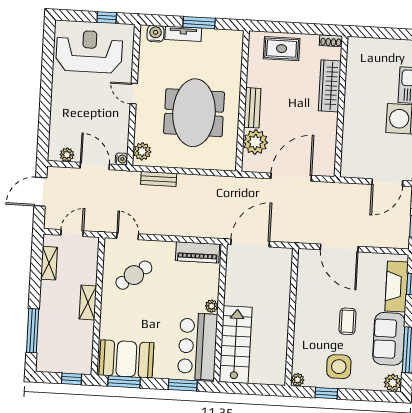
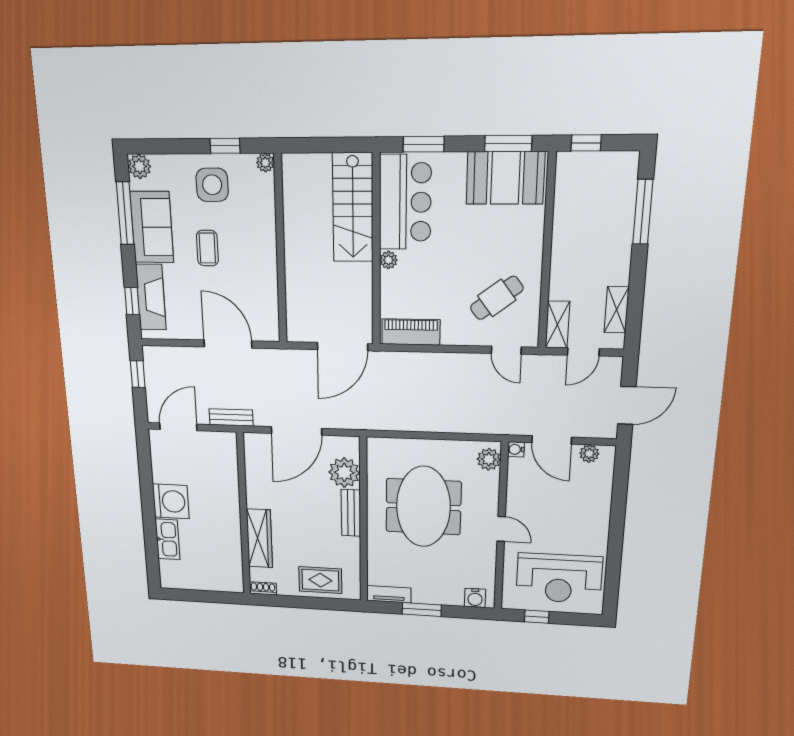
tv unit: (183, 34) -> (389, 594), moved
bench: (159, 179) -> (231, 417), moved
shelving: (88, 302) -> (557, 325), moved

